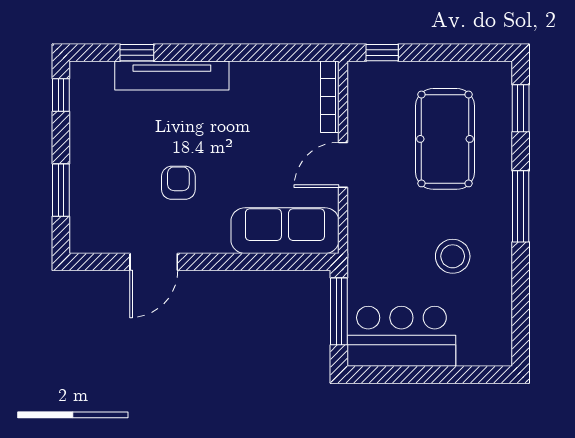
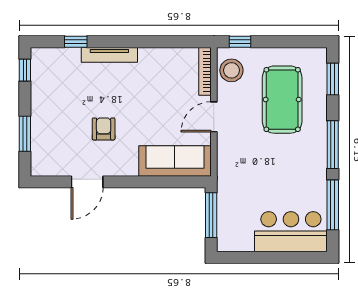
tv unit: (172, 75) -> (109, 55), width x0.73, depth x0.78
stool: (453, 256) -> (231, 70), moved
window: (521, 296) -> (333, 205), added
bar counter: (401, 336) -> (291, 232), moved

